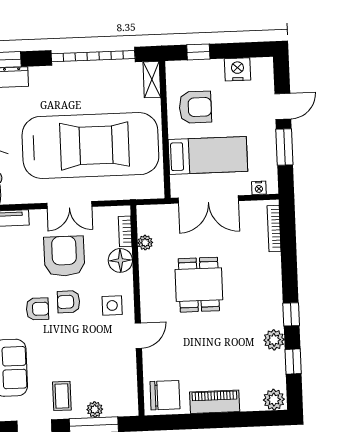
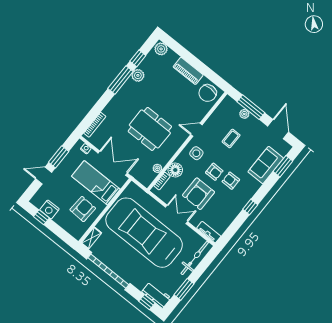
window: (198, 52) -> (41, 217), moved
armchair: (195, 107) -> (83, 209), turned 93
dining table: (199, 285) -> (150, 129), width x1.38
window: (291, 314) -> (120, 80), width x2.17
chair: (165, 395) -> (208, 93), turned -90
coffee table: (62, 396) -> (231, 138), moved

